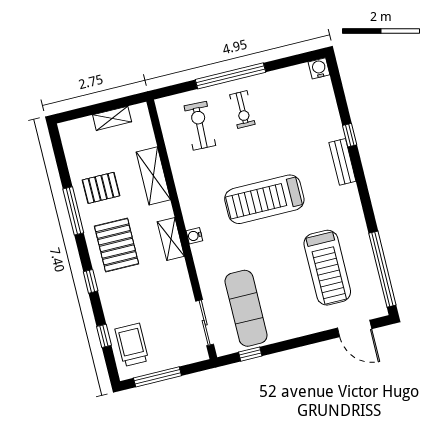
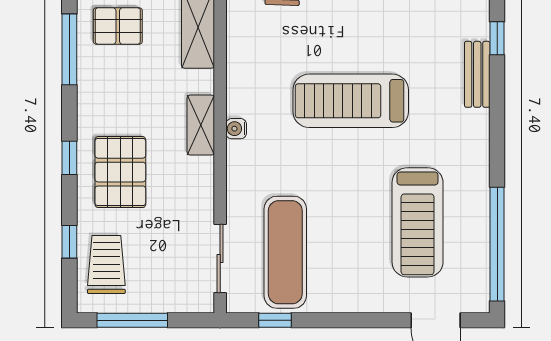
pallet: (117, 245) -> (120, 172), moved

